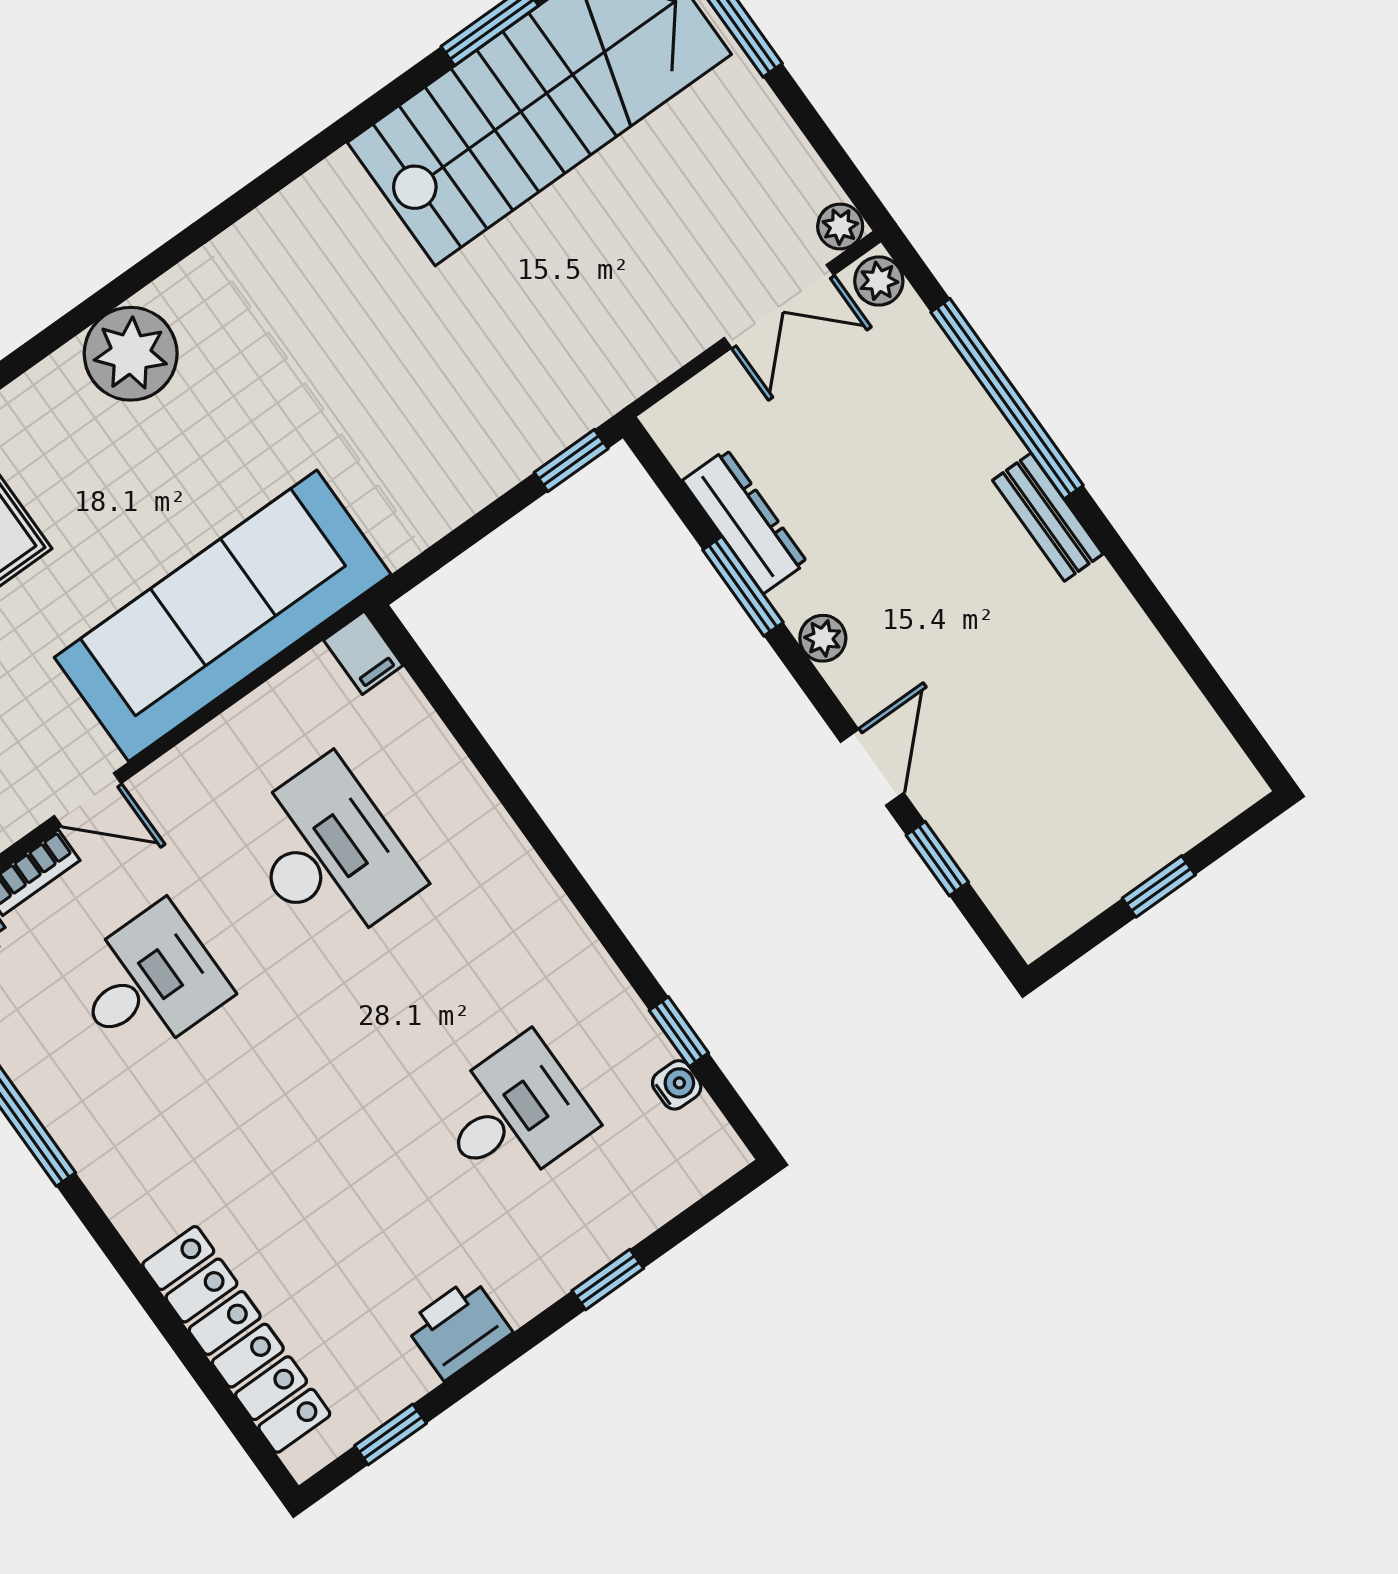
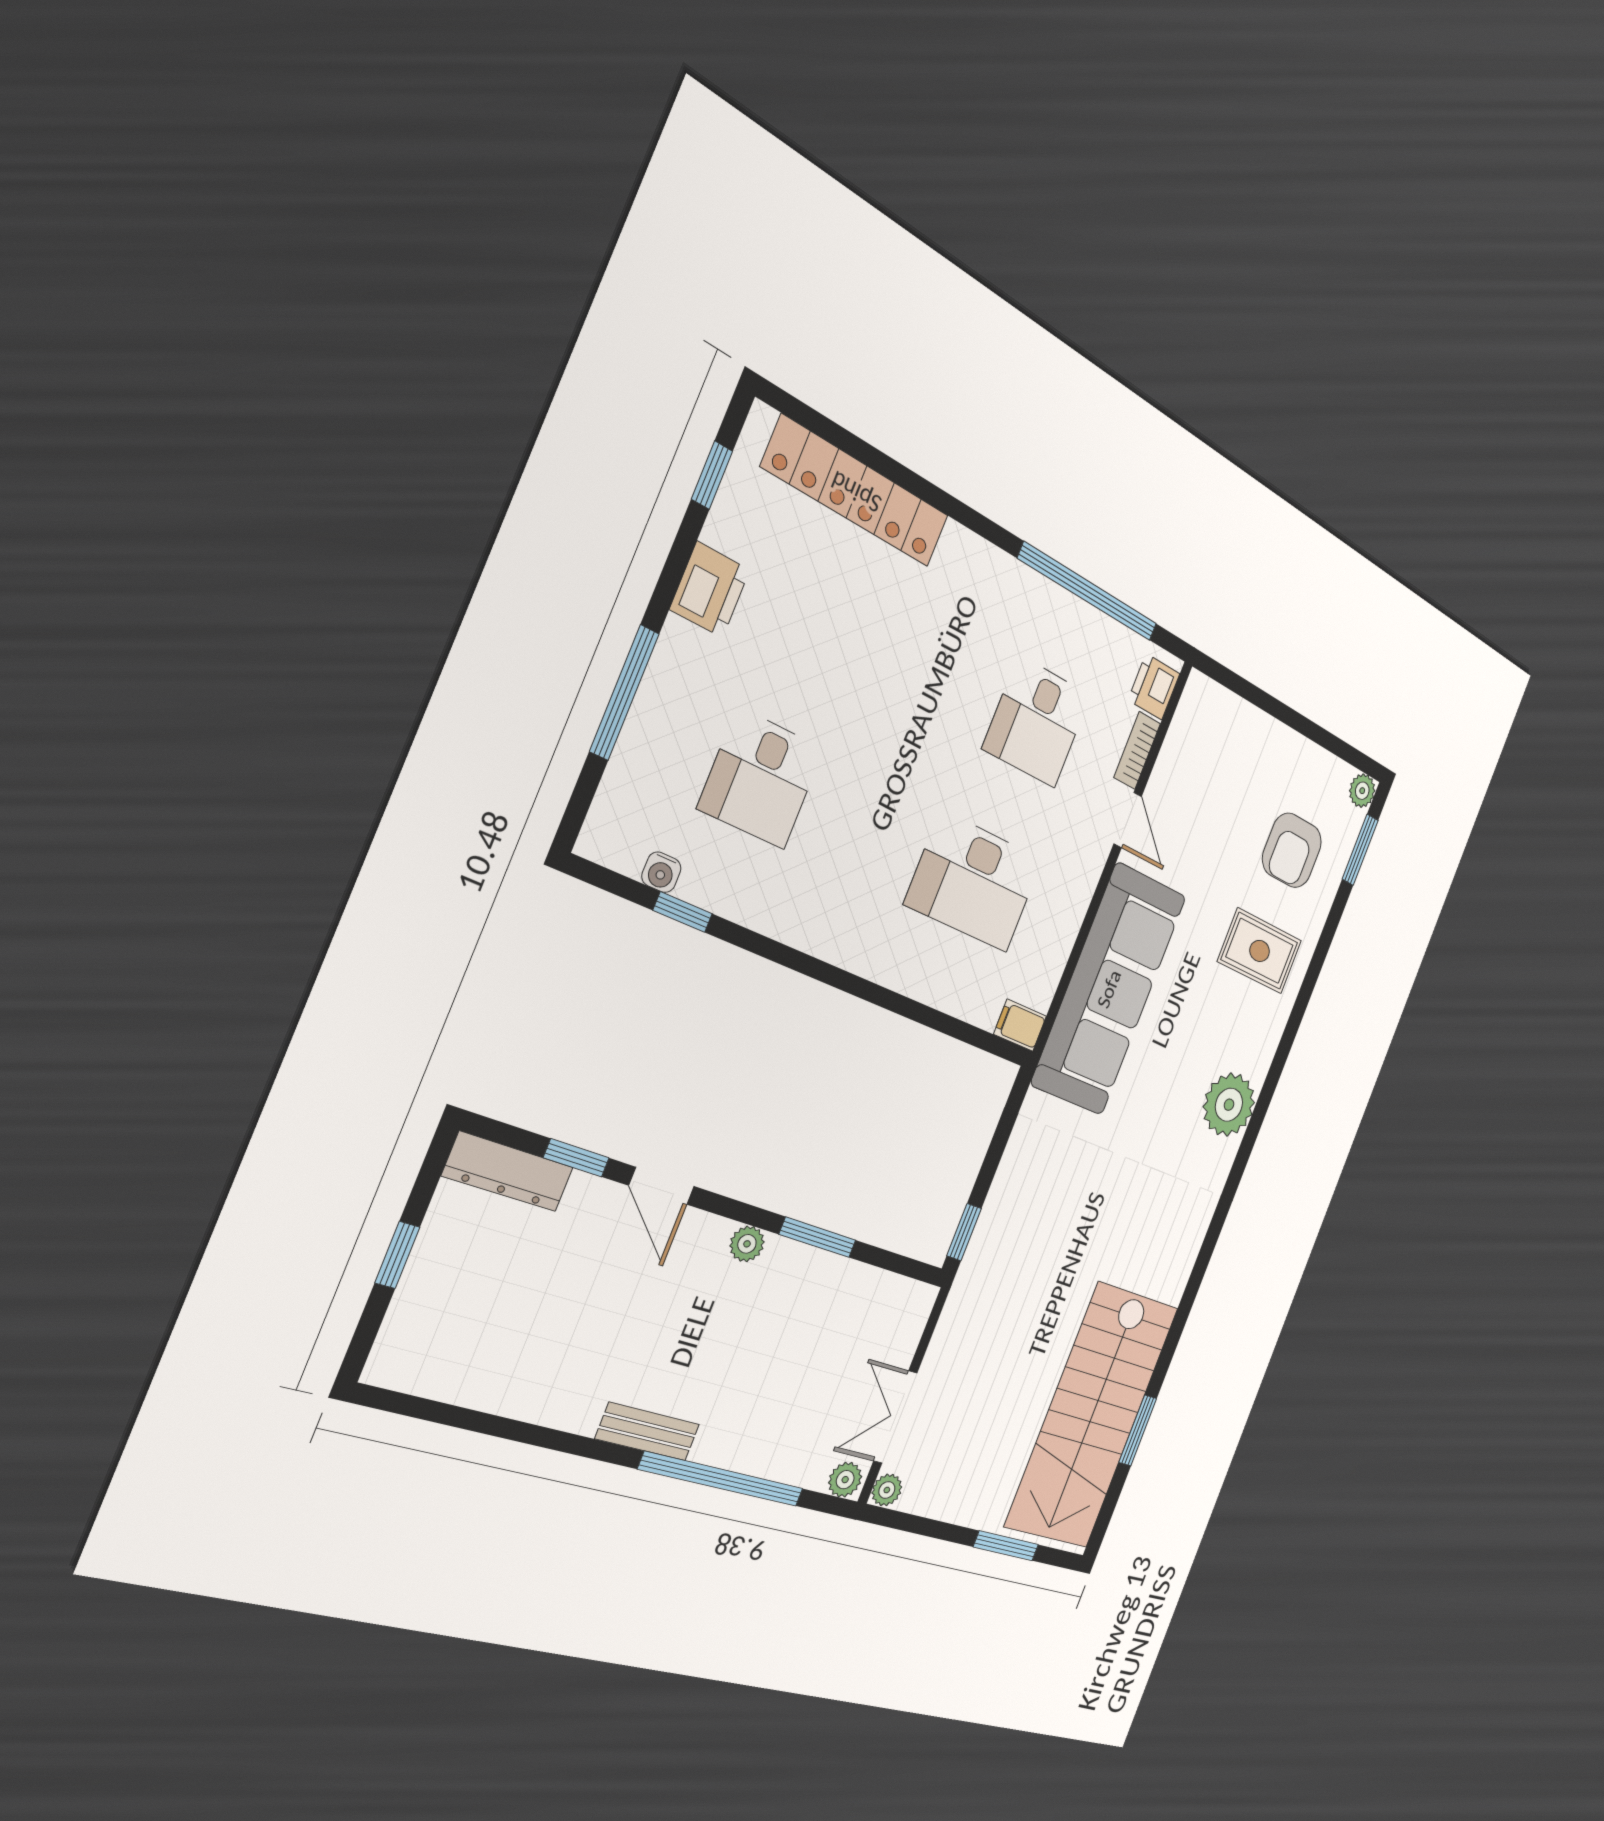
dresser: (745, 521) -> (508, 1172), moved
door: (88, 800) -> (1128, 820), swing flipped
window: (608, 1280) -> (624, 693), width x2.17

